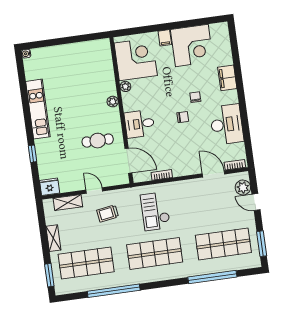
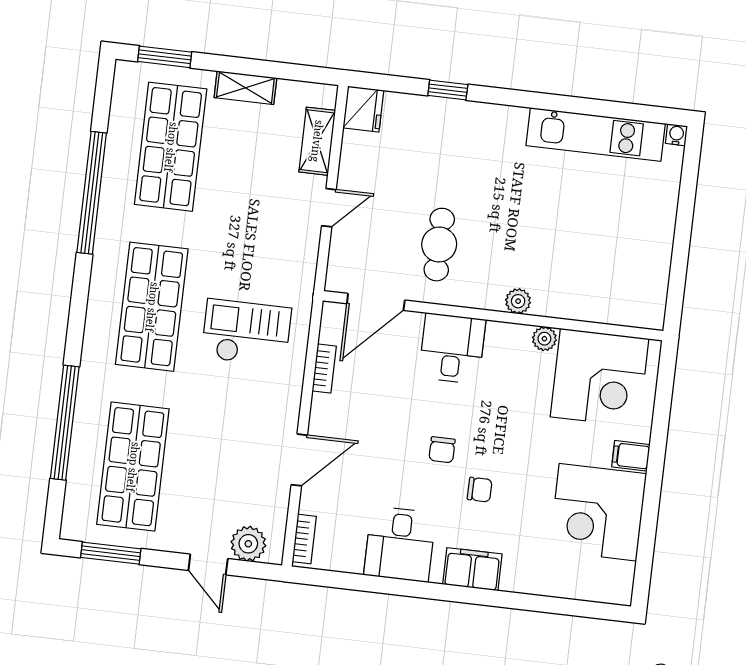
filing cabinet: (227, 78) -> (472, 569), moved
kitchen unit: (38, 109) -> (596, 134), moved
desk: (227, 124) -> (400, 544), width x0.73
door: (213, 174) -> (299, 460), moved
door: (256, 202) -> (208, 565), swing flipped
trolley: (108, 213) -> (269, 224), removed

